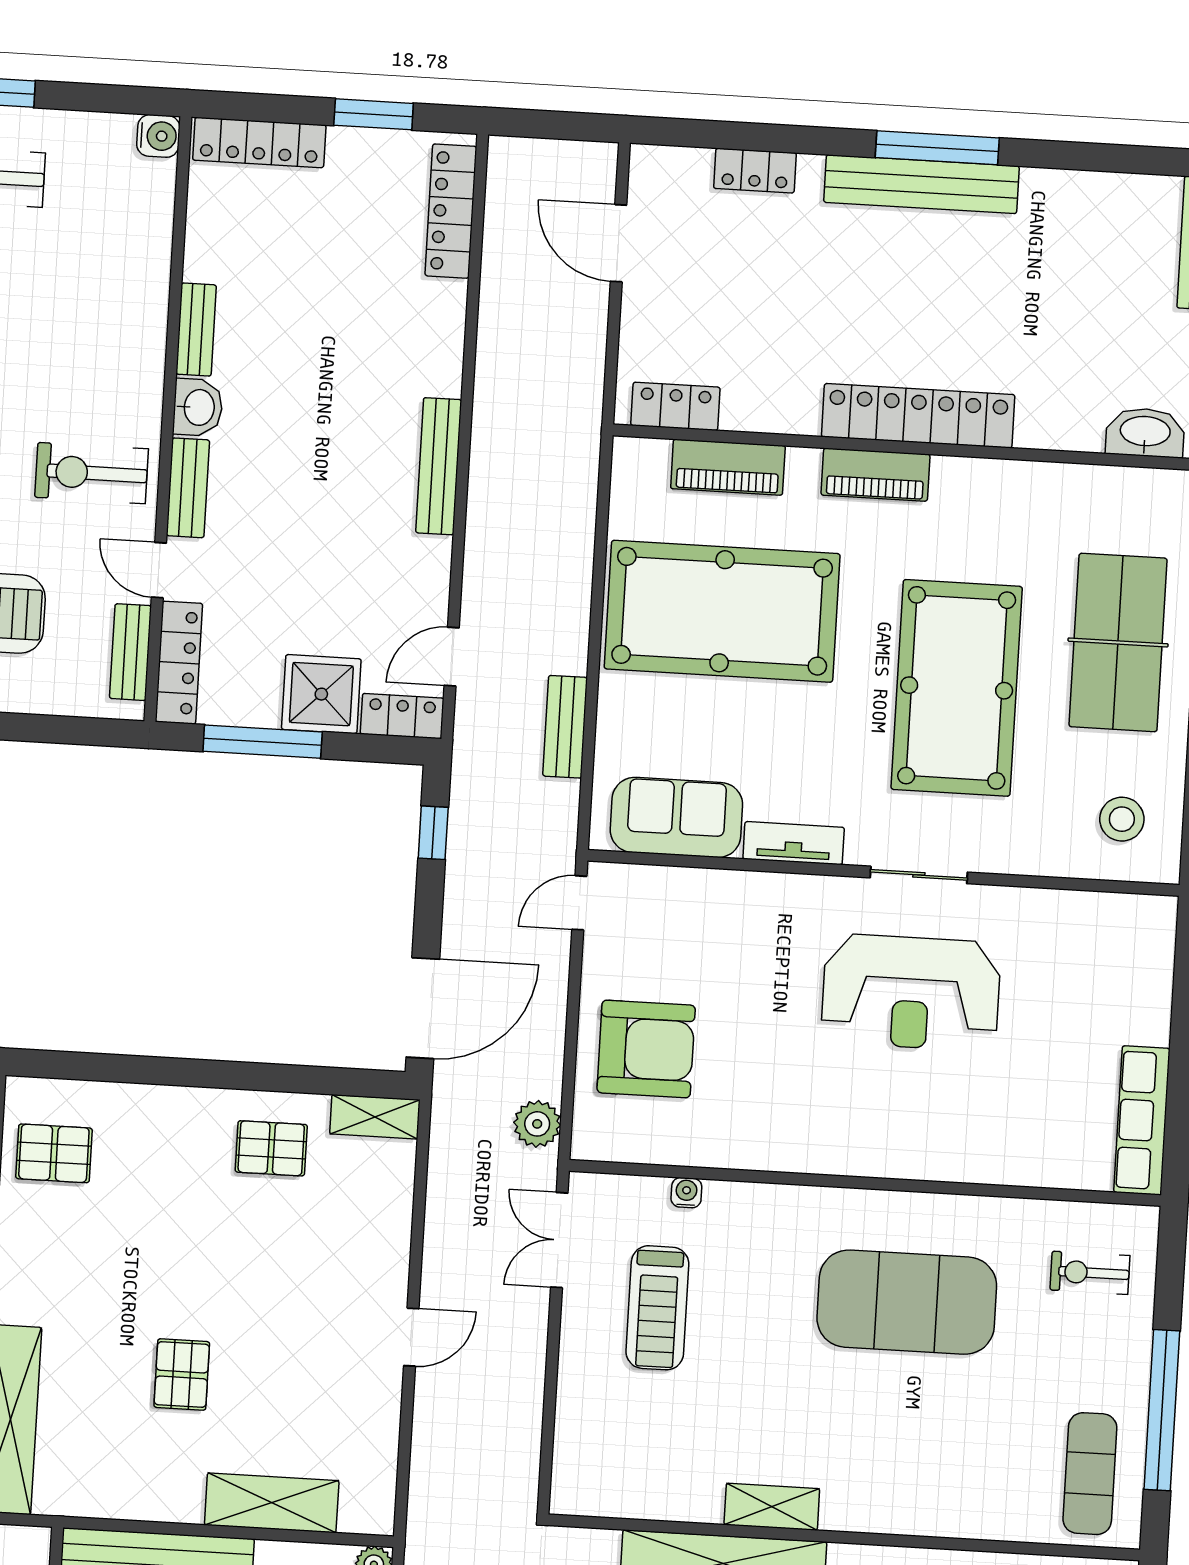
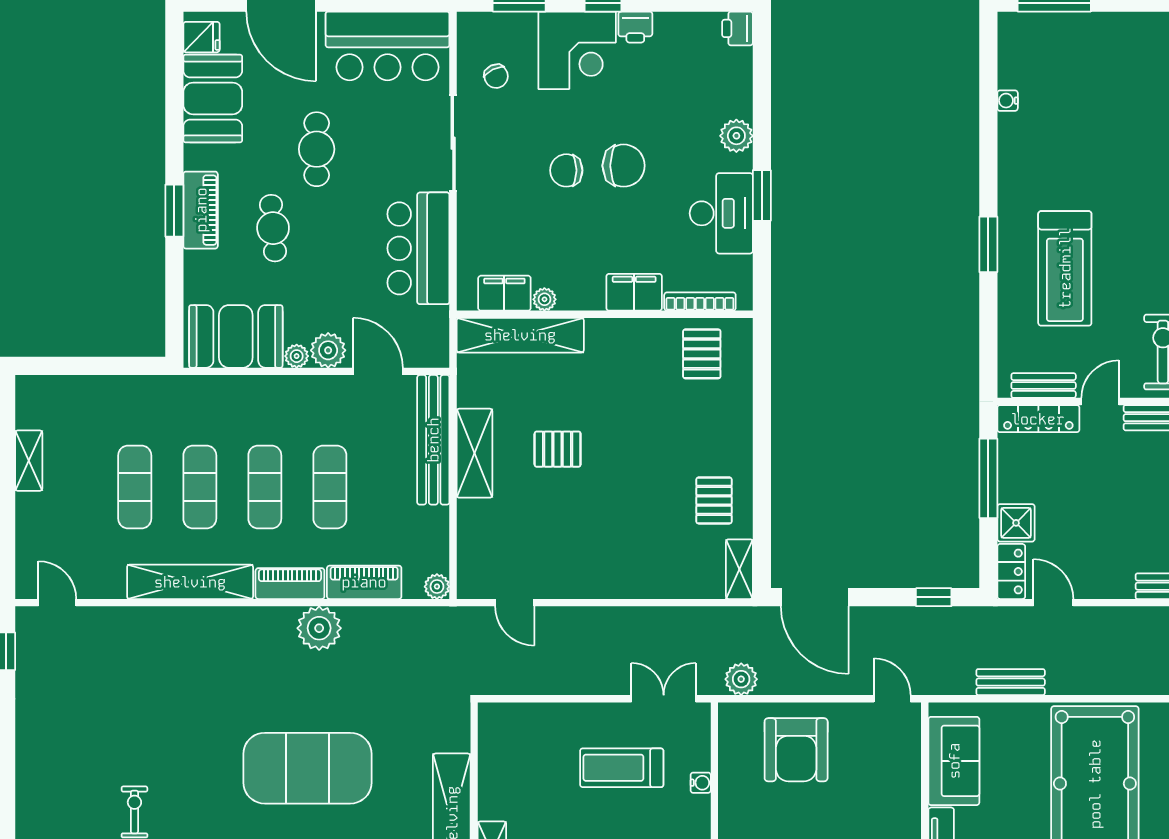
shower: (321, 694) -> (1016, 523), width x0.73, depth x0.73
door: (411, 1337) -> (515, 603), moved
shelving: (272, 1503) -> (475, 453), moved

